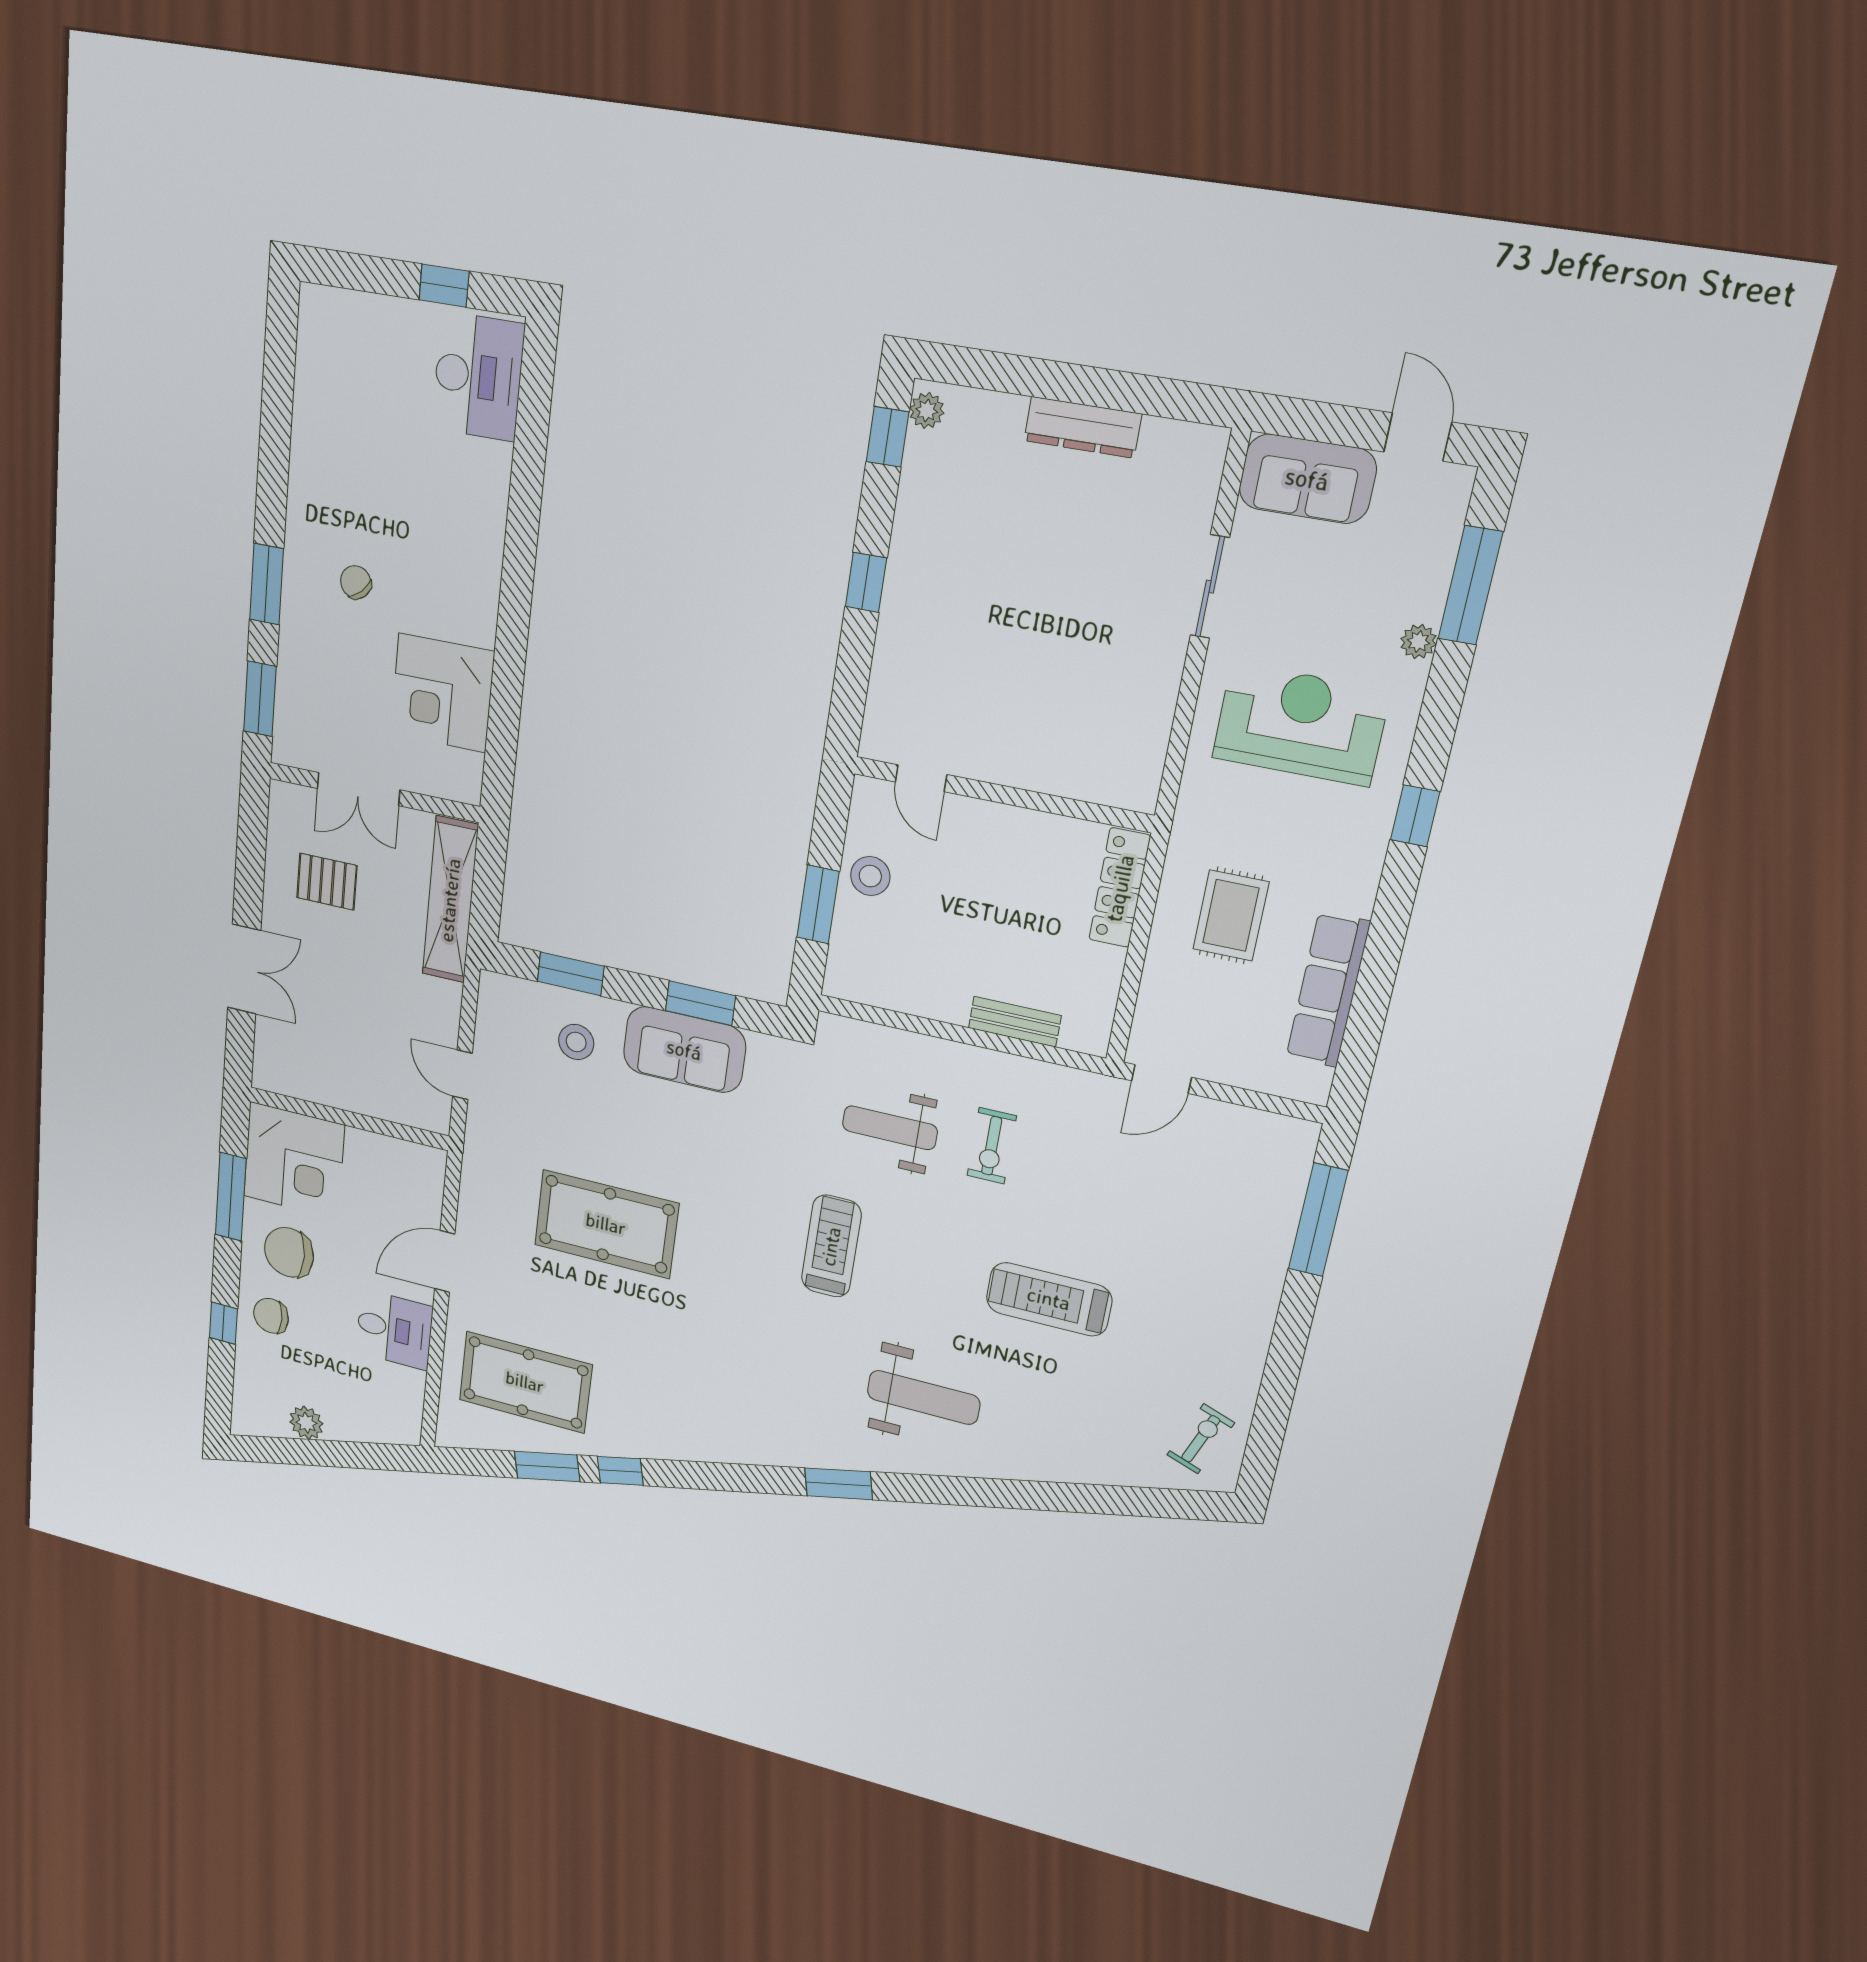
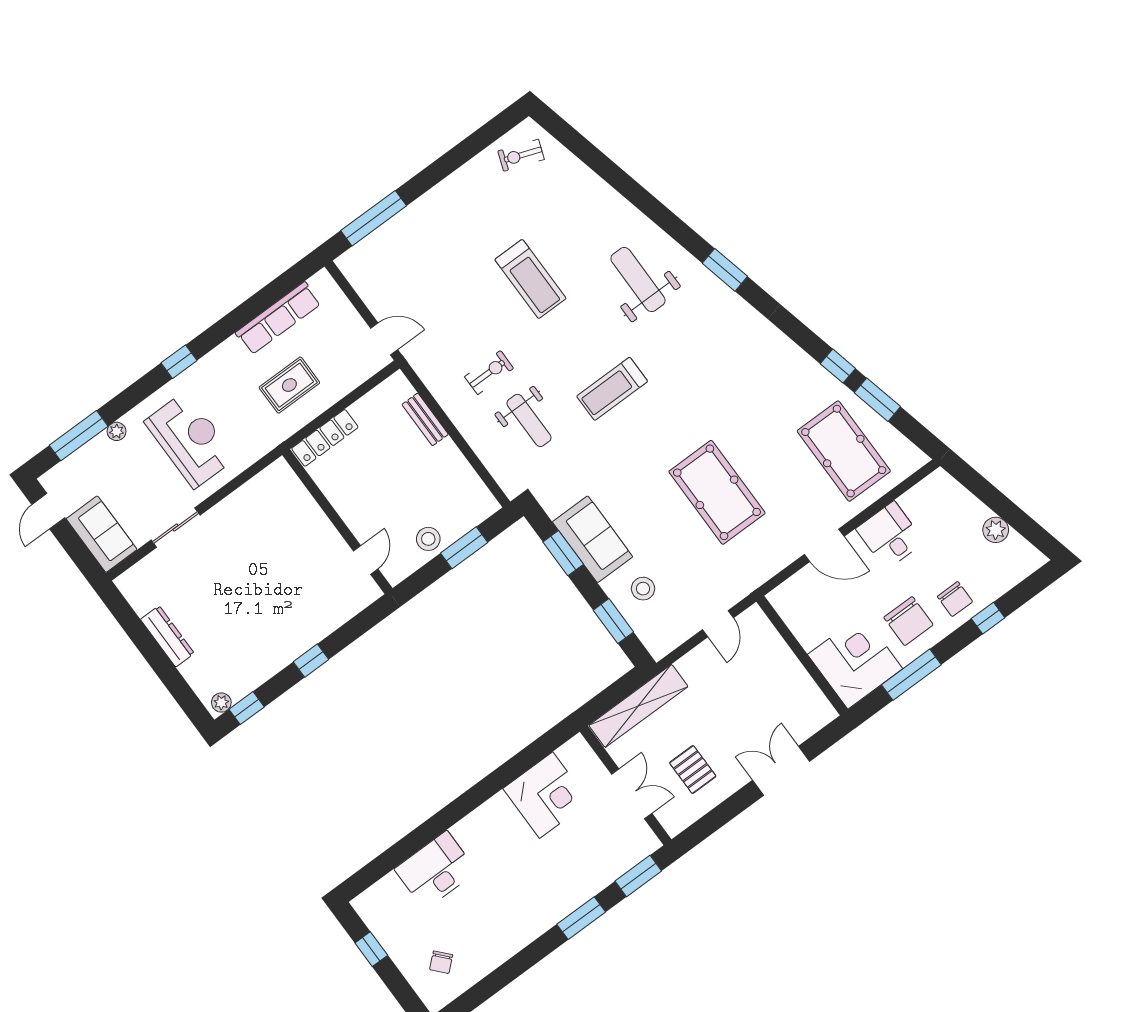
desk: (478, 377) -> (436, 870), moved
chair: (356, 582) -> (441, 962), moved
reception desk: (1301, 724) -> (190, 440), turned 180

